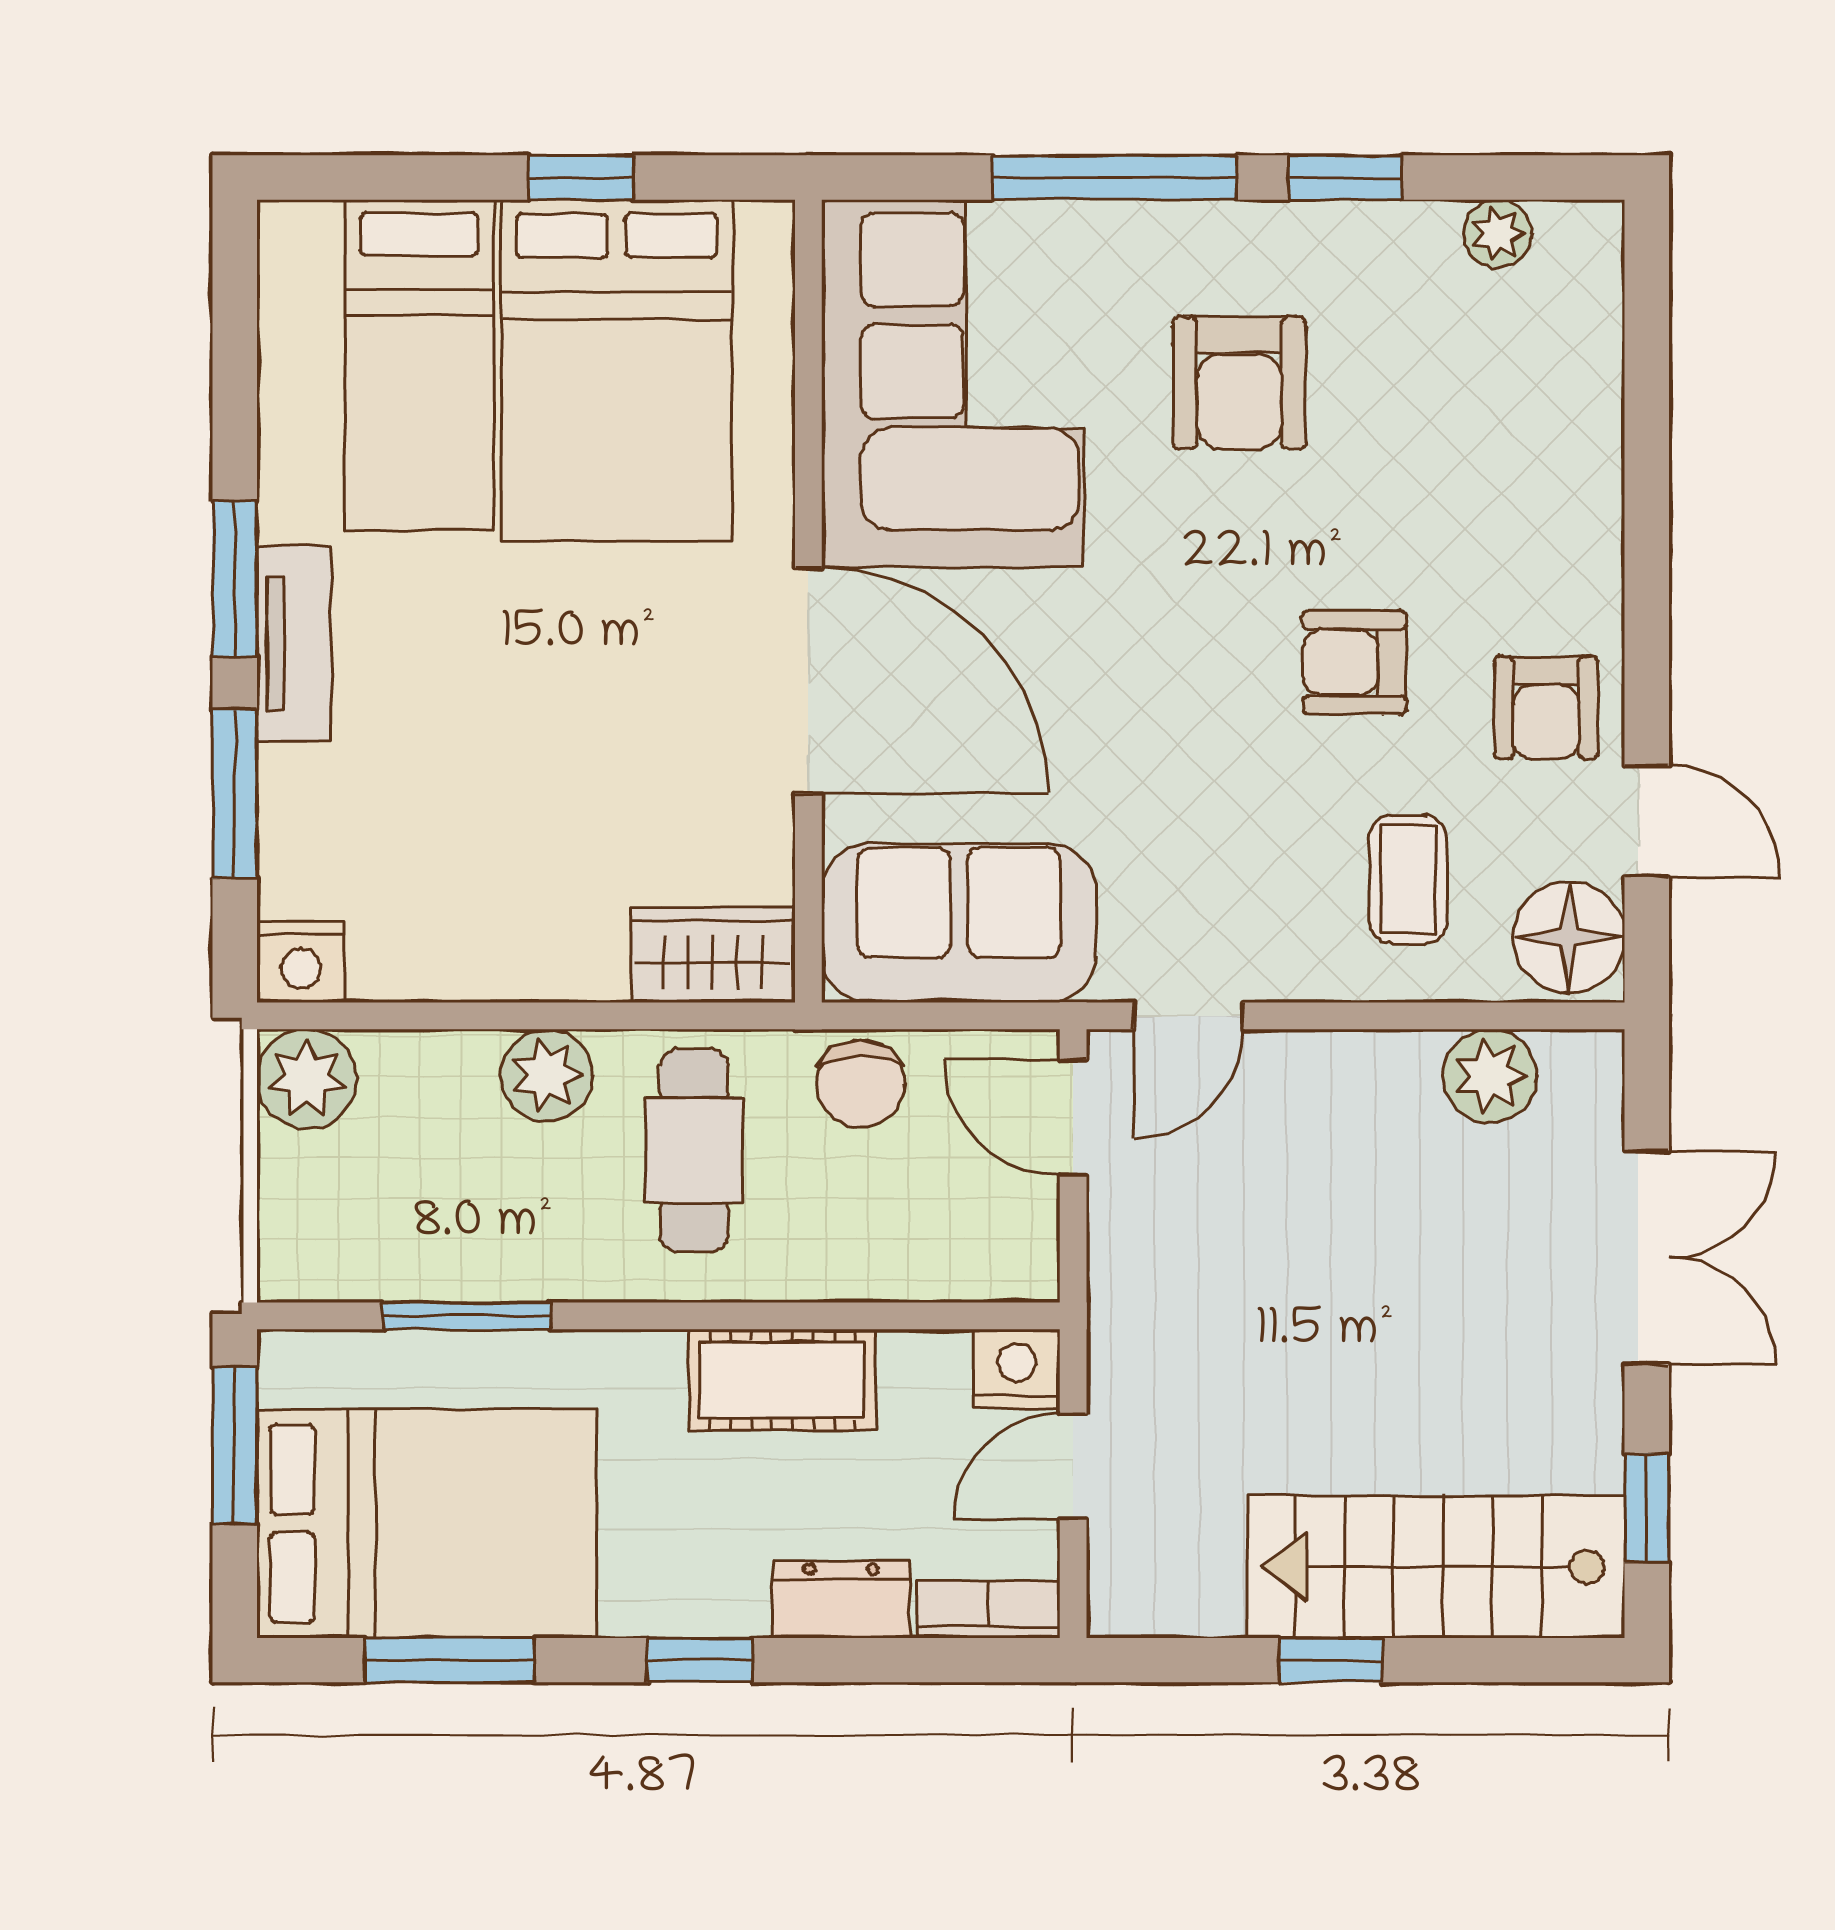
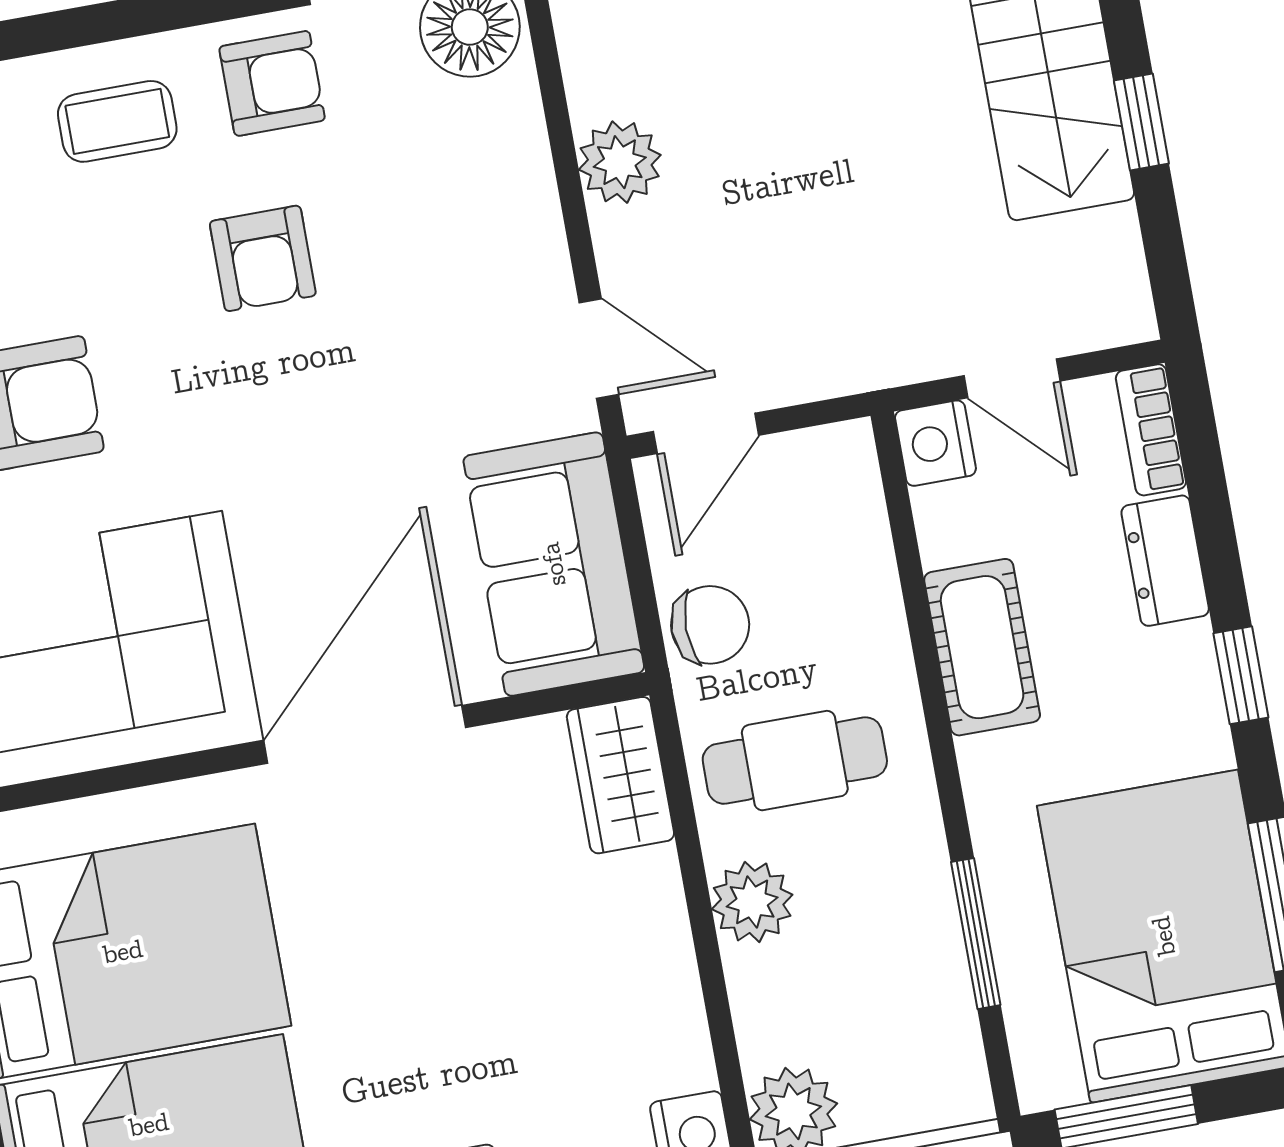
coffee table: (1408, 879) -> (117, 121), moved
plant: (1490, 1076) -> (620, 162), moved

